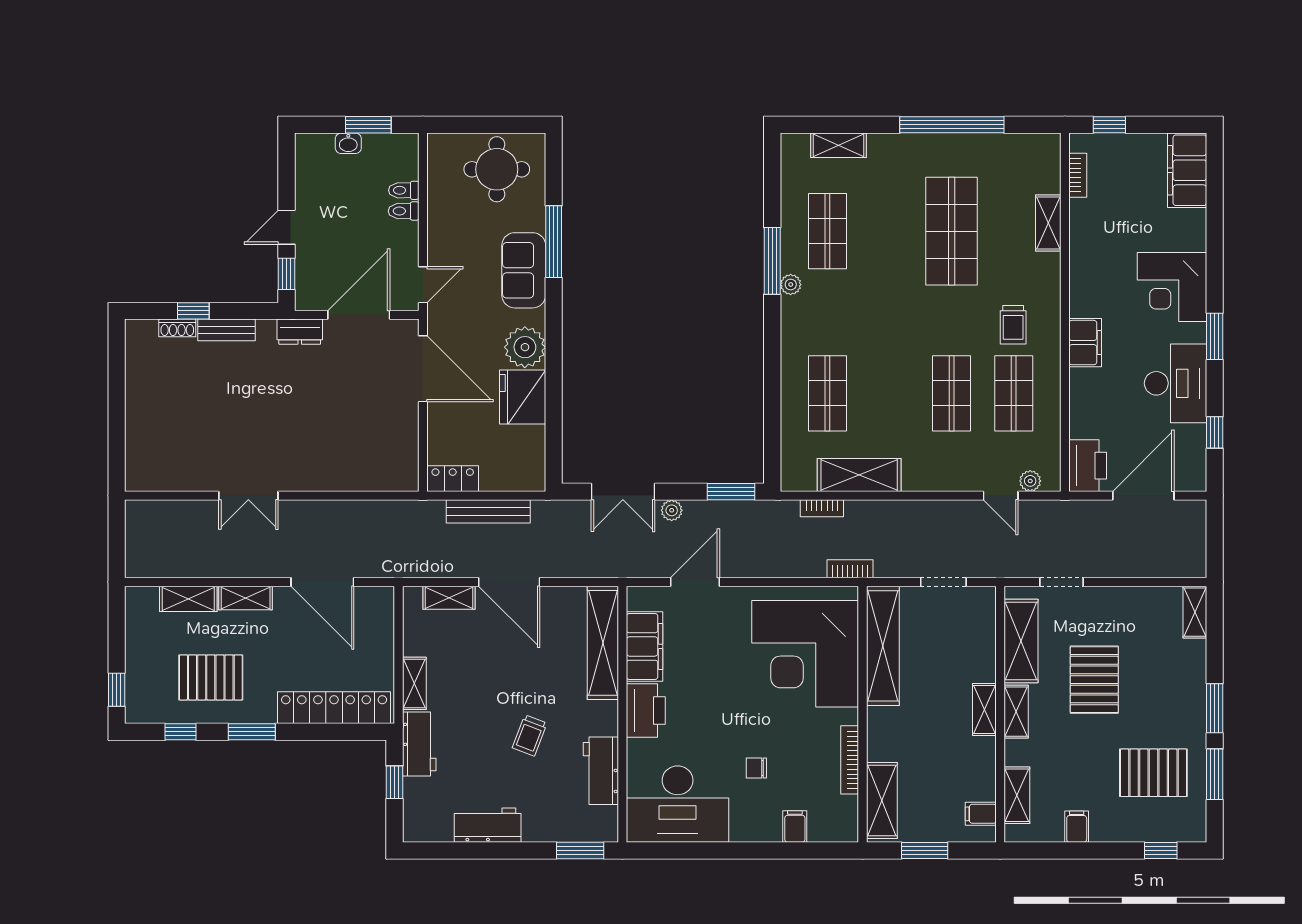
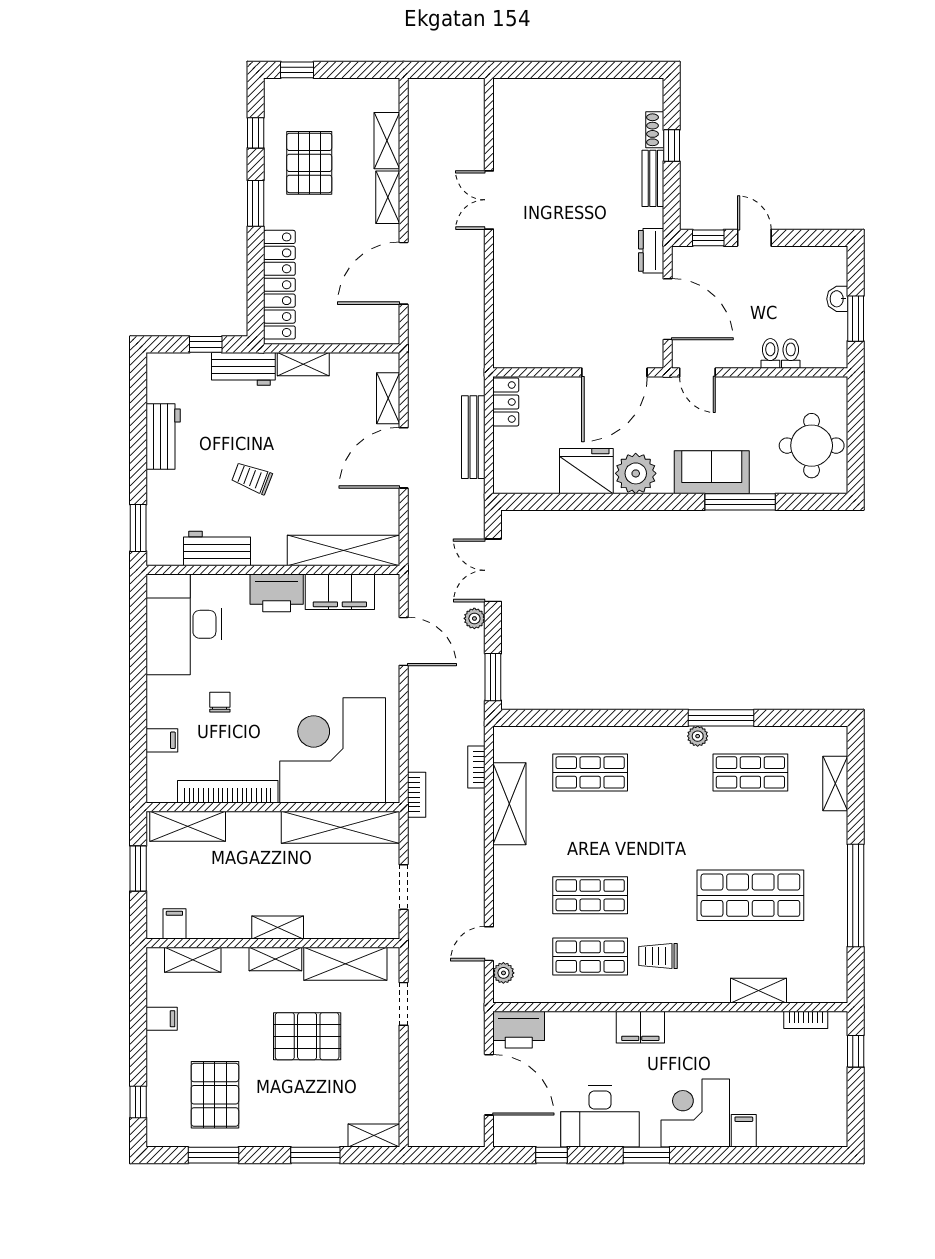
filing cabinet: (1187, 170) -> (744, 1131), moved, width x0.33, depth x0.86
window: (1215, 708) -> (315, 1155), moved
bookcase: (850, 760) -> (228, 792), width x1.48, depth x1.31

